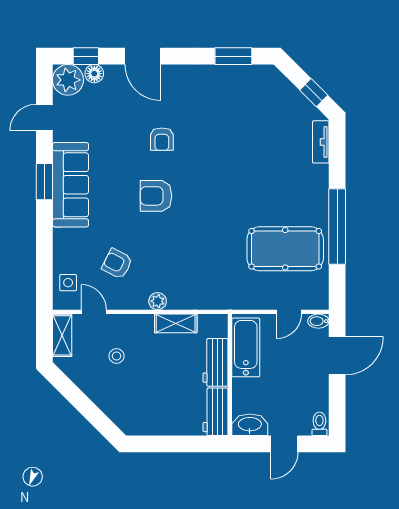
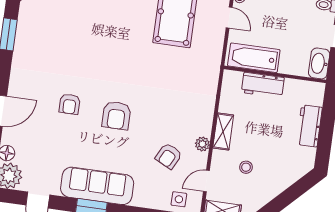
armchair: (162, 139) -> (70, 104), turned 90
plant: (158, 301) -> (202, 144), moved
shelving: (176, 323) -> (223, 131), moved
workbench: (215, 412) -> (309, 126), moved, turned 90

